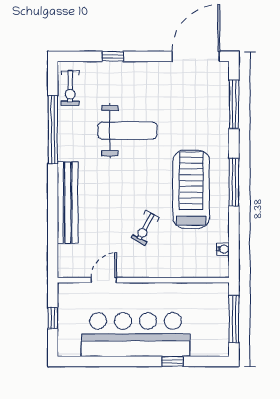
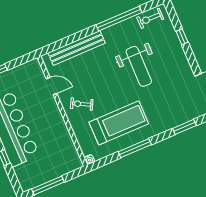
window: (234, 104) -> (184, 127), width x0.69
door: (104, 280) -> (52, 86), moved
wall: (143, 280) -> (62, 111), moved

